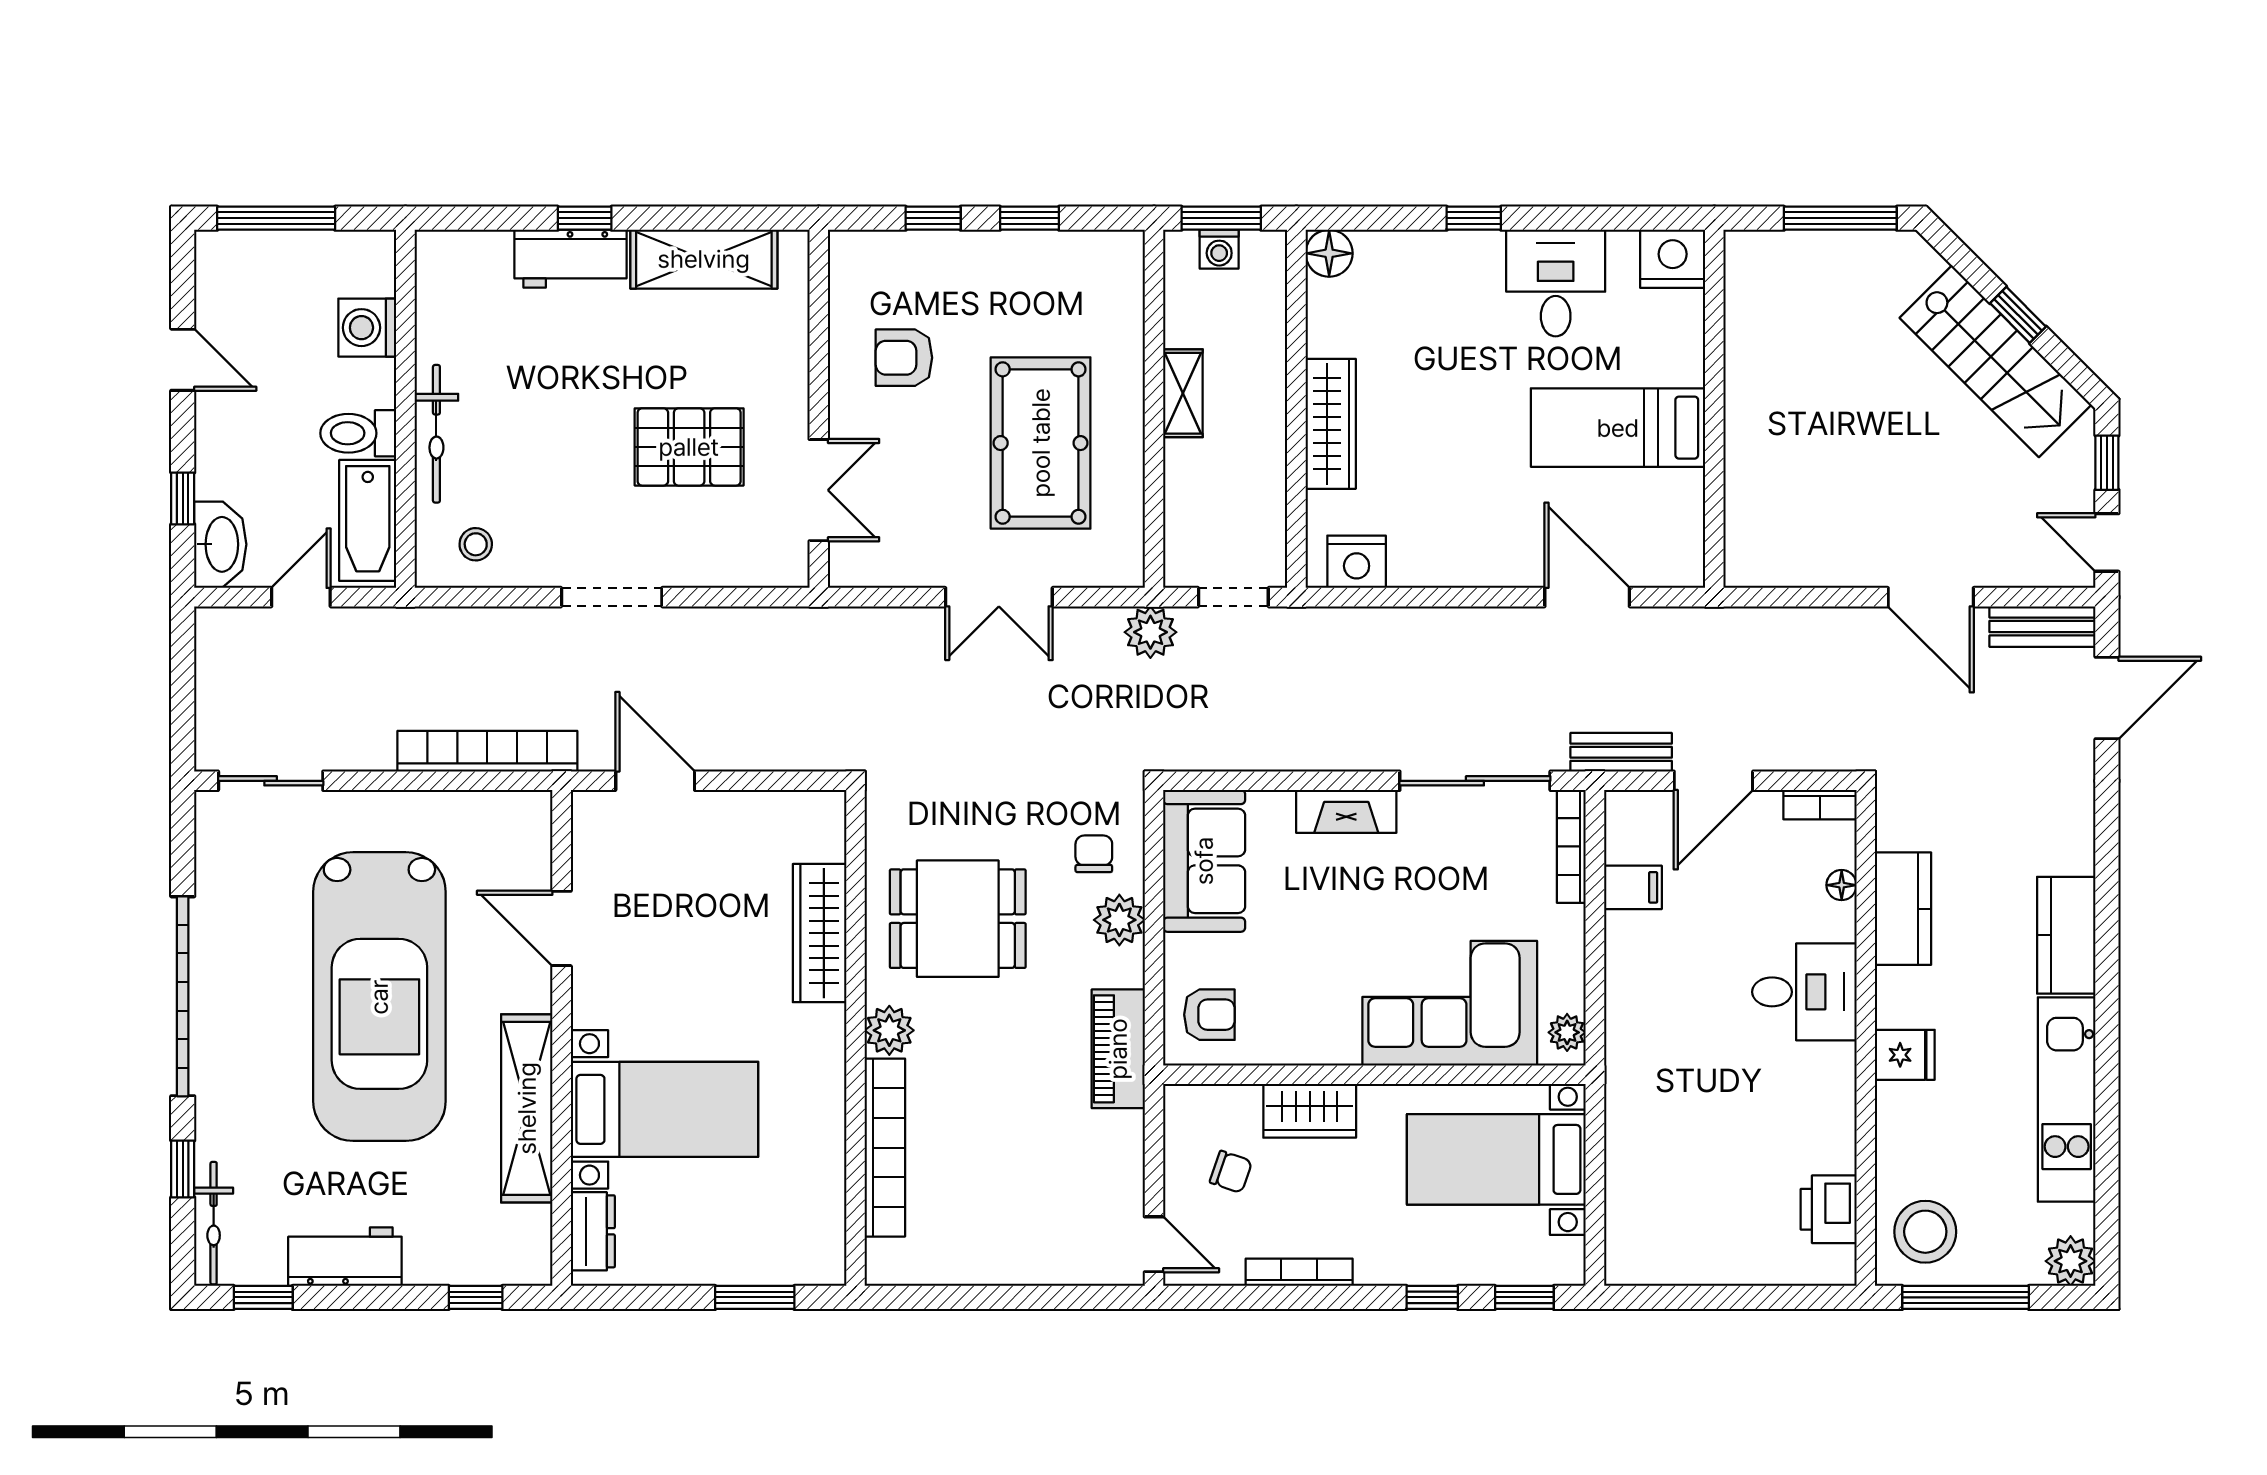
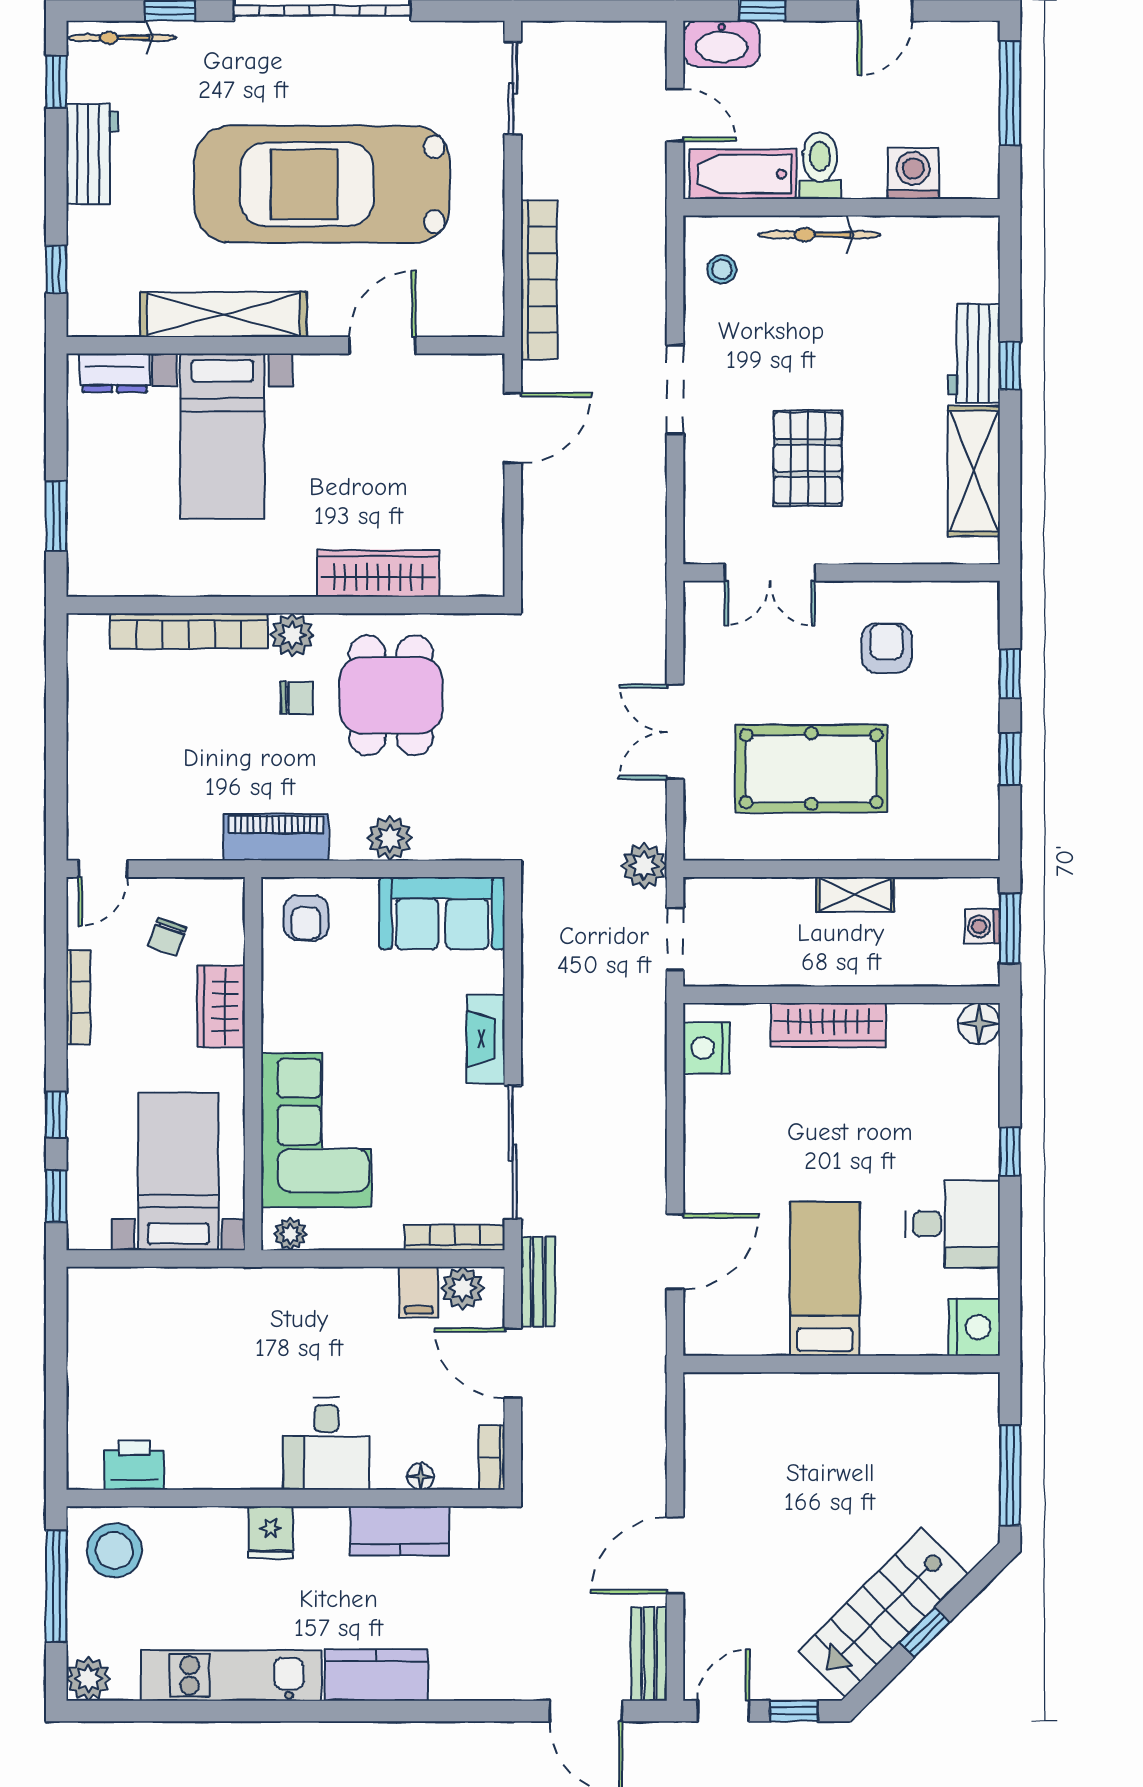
plant: (1629, 838) -> (463, 1288), added
chair: (1094, 854) -> (297, 698), moved

